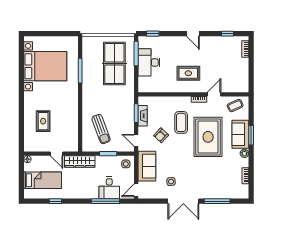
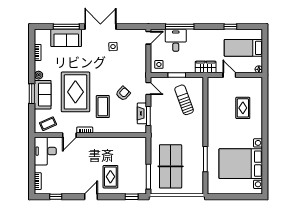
door: (193, 34) -> (91, 197), hinge flipped
desk: (149, 62) -> (45, 151), moved, turned 180
rug: (188, 73) -> (110, 177), moved, turned 90
wardrobe: (80, 161) -> (206, 67), width x0.67
sofa: (147, 166) -> (66, 38), moved, turned -90

